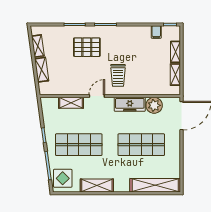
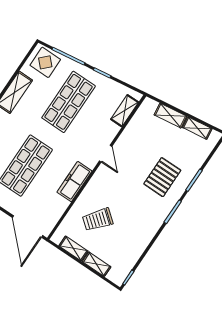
filing cabinet: (156, 32) -> (130, 258), removed
trolley: (118, 75) -> (98, 220), moved, turned -51
shelving: (71, 103) -> (125, 111), moved
plant: (154, 105) -> (57, 206), removed

